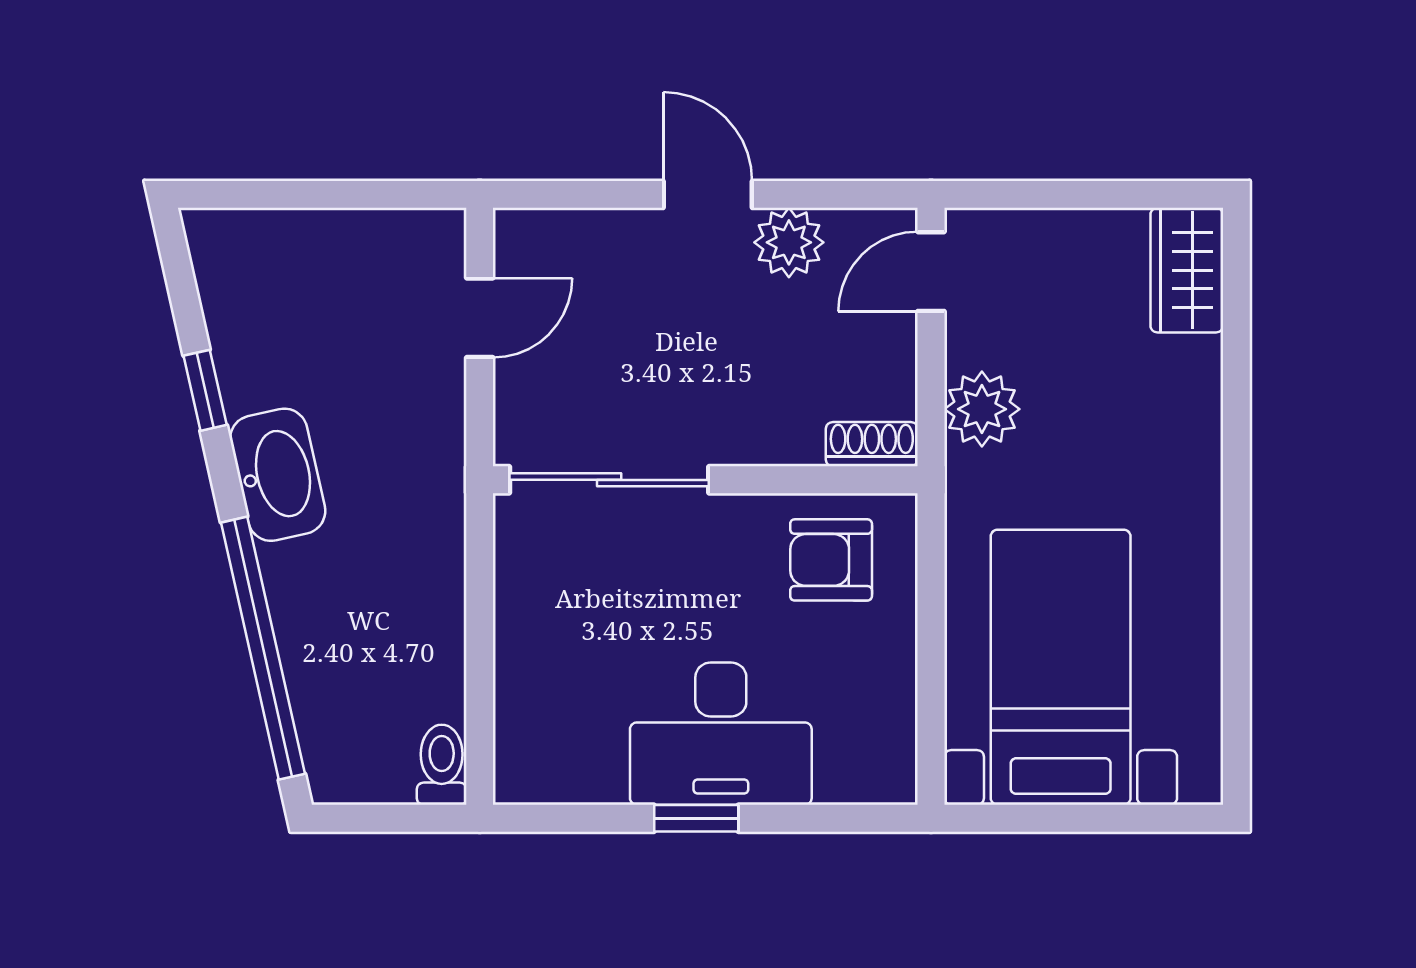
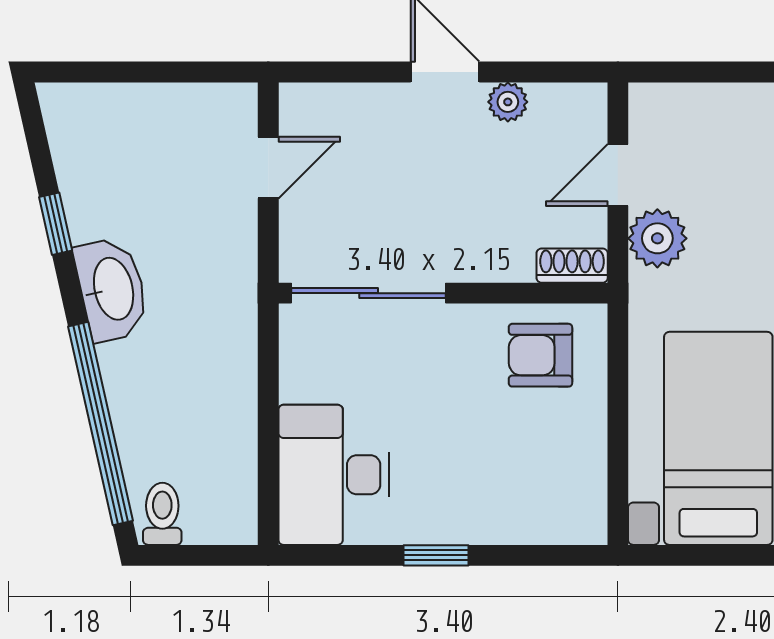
plant: (789, 242) -> (508, 102), width x0.73, depth x0.73
door: (931, 272) -> (618, 175), moved
desk: (721, 734) -> (334, 475), moved, turned 90
toilet: (442, 765) -> (162, 514), moved

